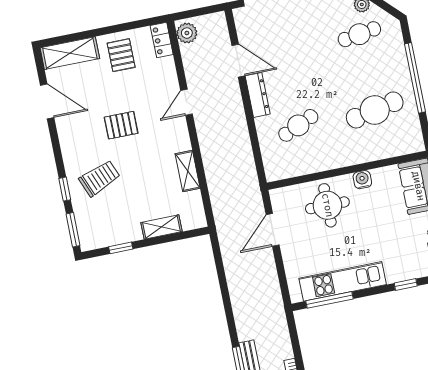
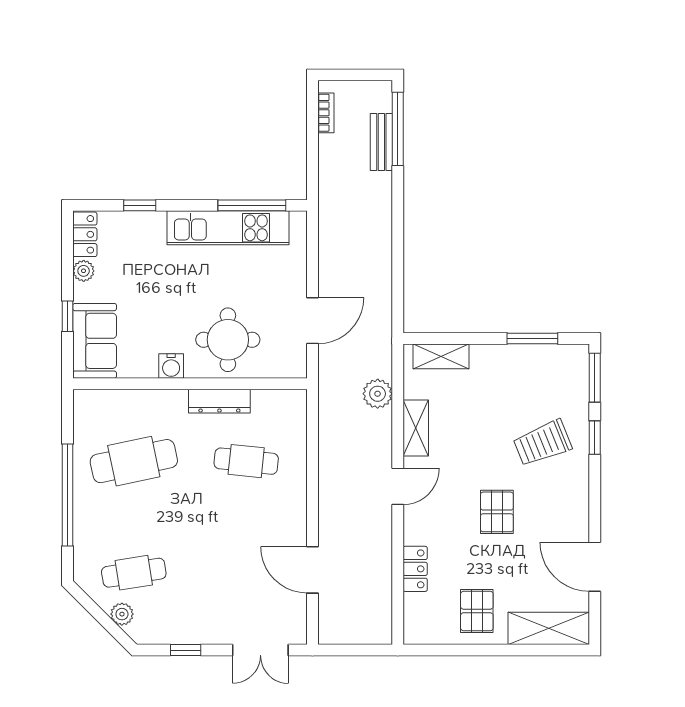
plant: (187, 33) -> (378, 394), moved
locker: (162, 40) -> (415, 569), moved
dresser: (258, 95) -> (219, 401), moved, turned -90
door: (187, 102) -> (398, 486), moved
pallet: (121, 125) -> (497, 512), turned 90
cafe table: (298, 125) -> (246, 461), turned 30
shelving: (161, 227) -> (441, 356), moved
window: (121, 248) -> (532, 338), width x1.50

